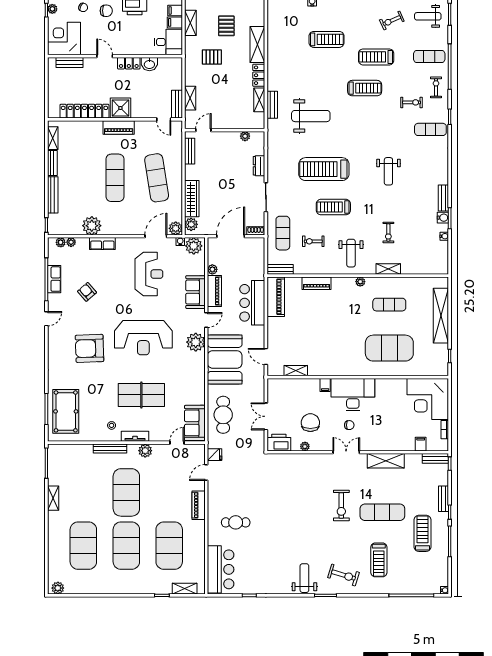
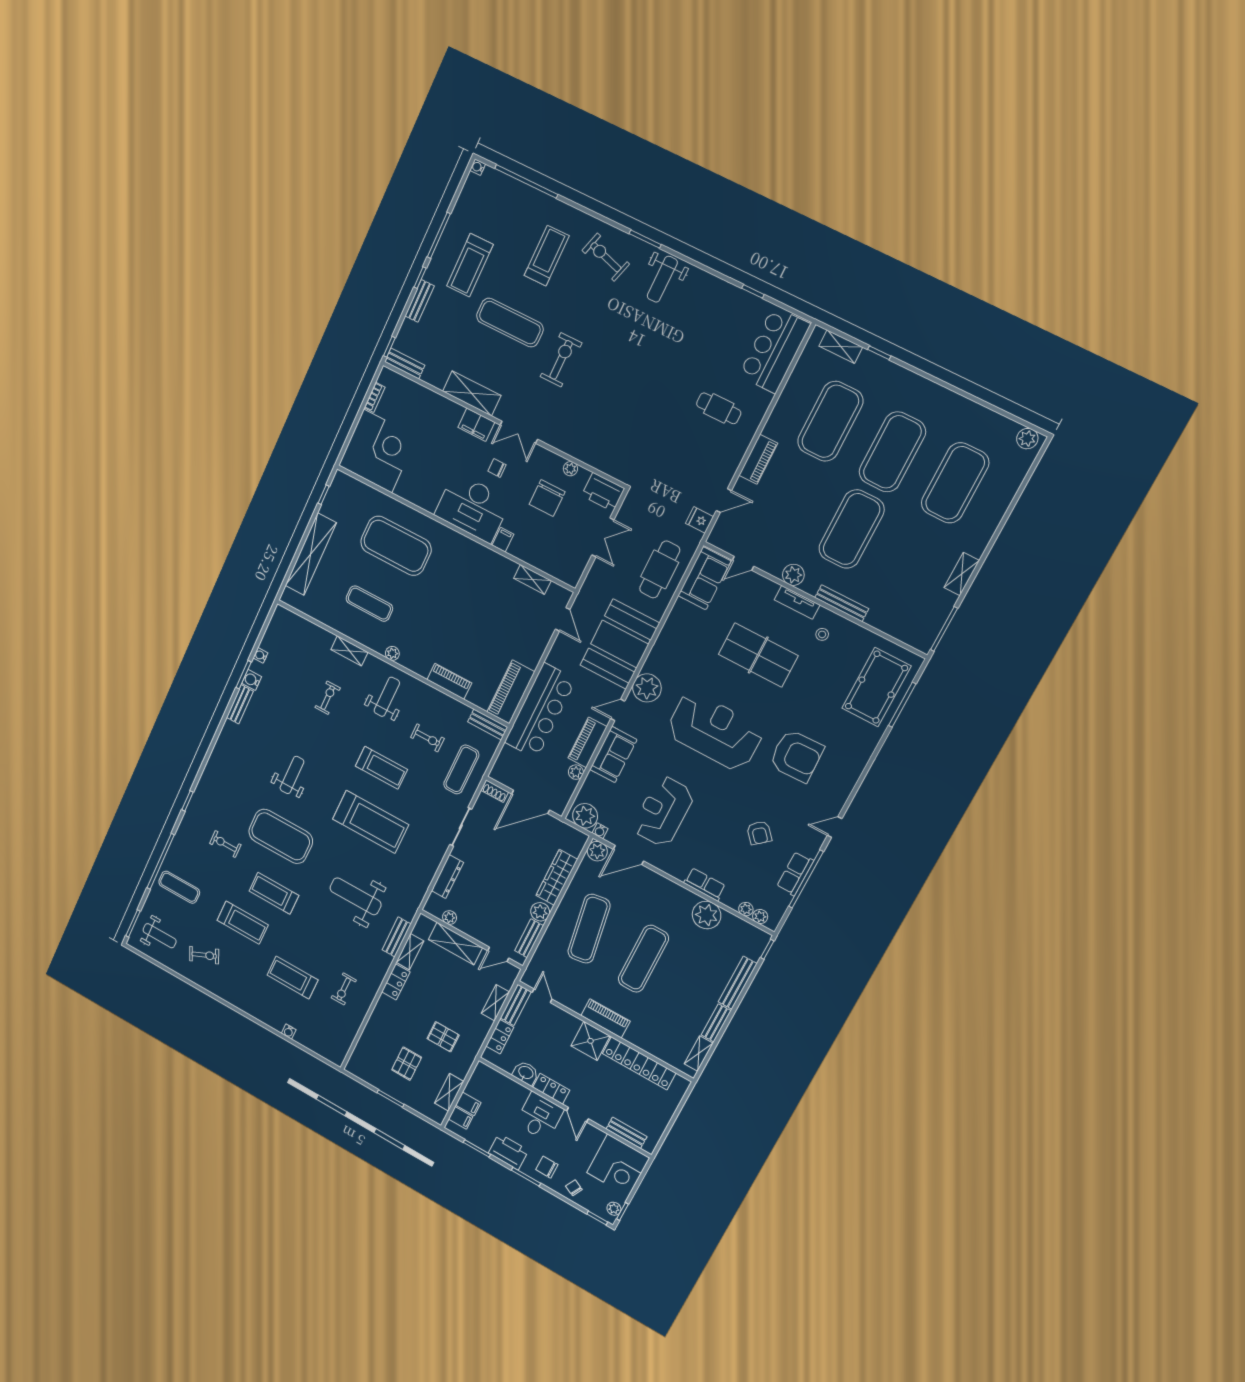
desk: (168, 42) -> (540, 1116), moved, turned 90
shelving: (257, 44) -> (455, 944), moved, turned 90
locker: (177, 78) -> (500, 1037), added
exercise bike: (436, 87) -> (344, 989), moved
exercise mat: (430, 129) -> (281, 836), moved, width x2.00, depth x1.45
dresser: (259, 166) -> (447, 877), width x1.44
plant: (191, 224) -> (540, 912), moved
bar counter: (252, 303) -> (540, 711), width x1.36
filing cabinet: (421, 444) -> (476, 425), moved, width x2.00

